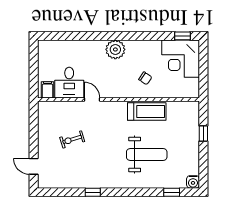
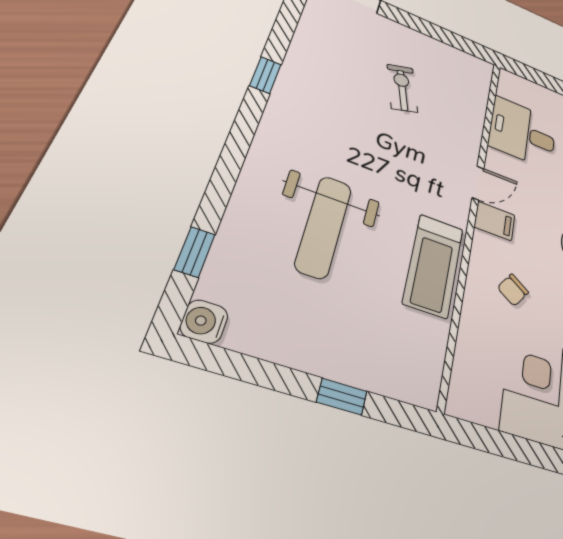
filing cabinet: (48, 90) -> (495, 221), moved
door: (92, 99) -> (478, 183), moved

